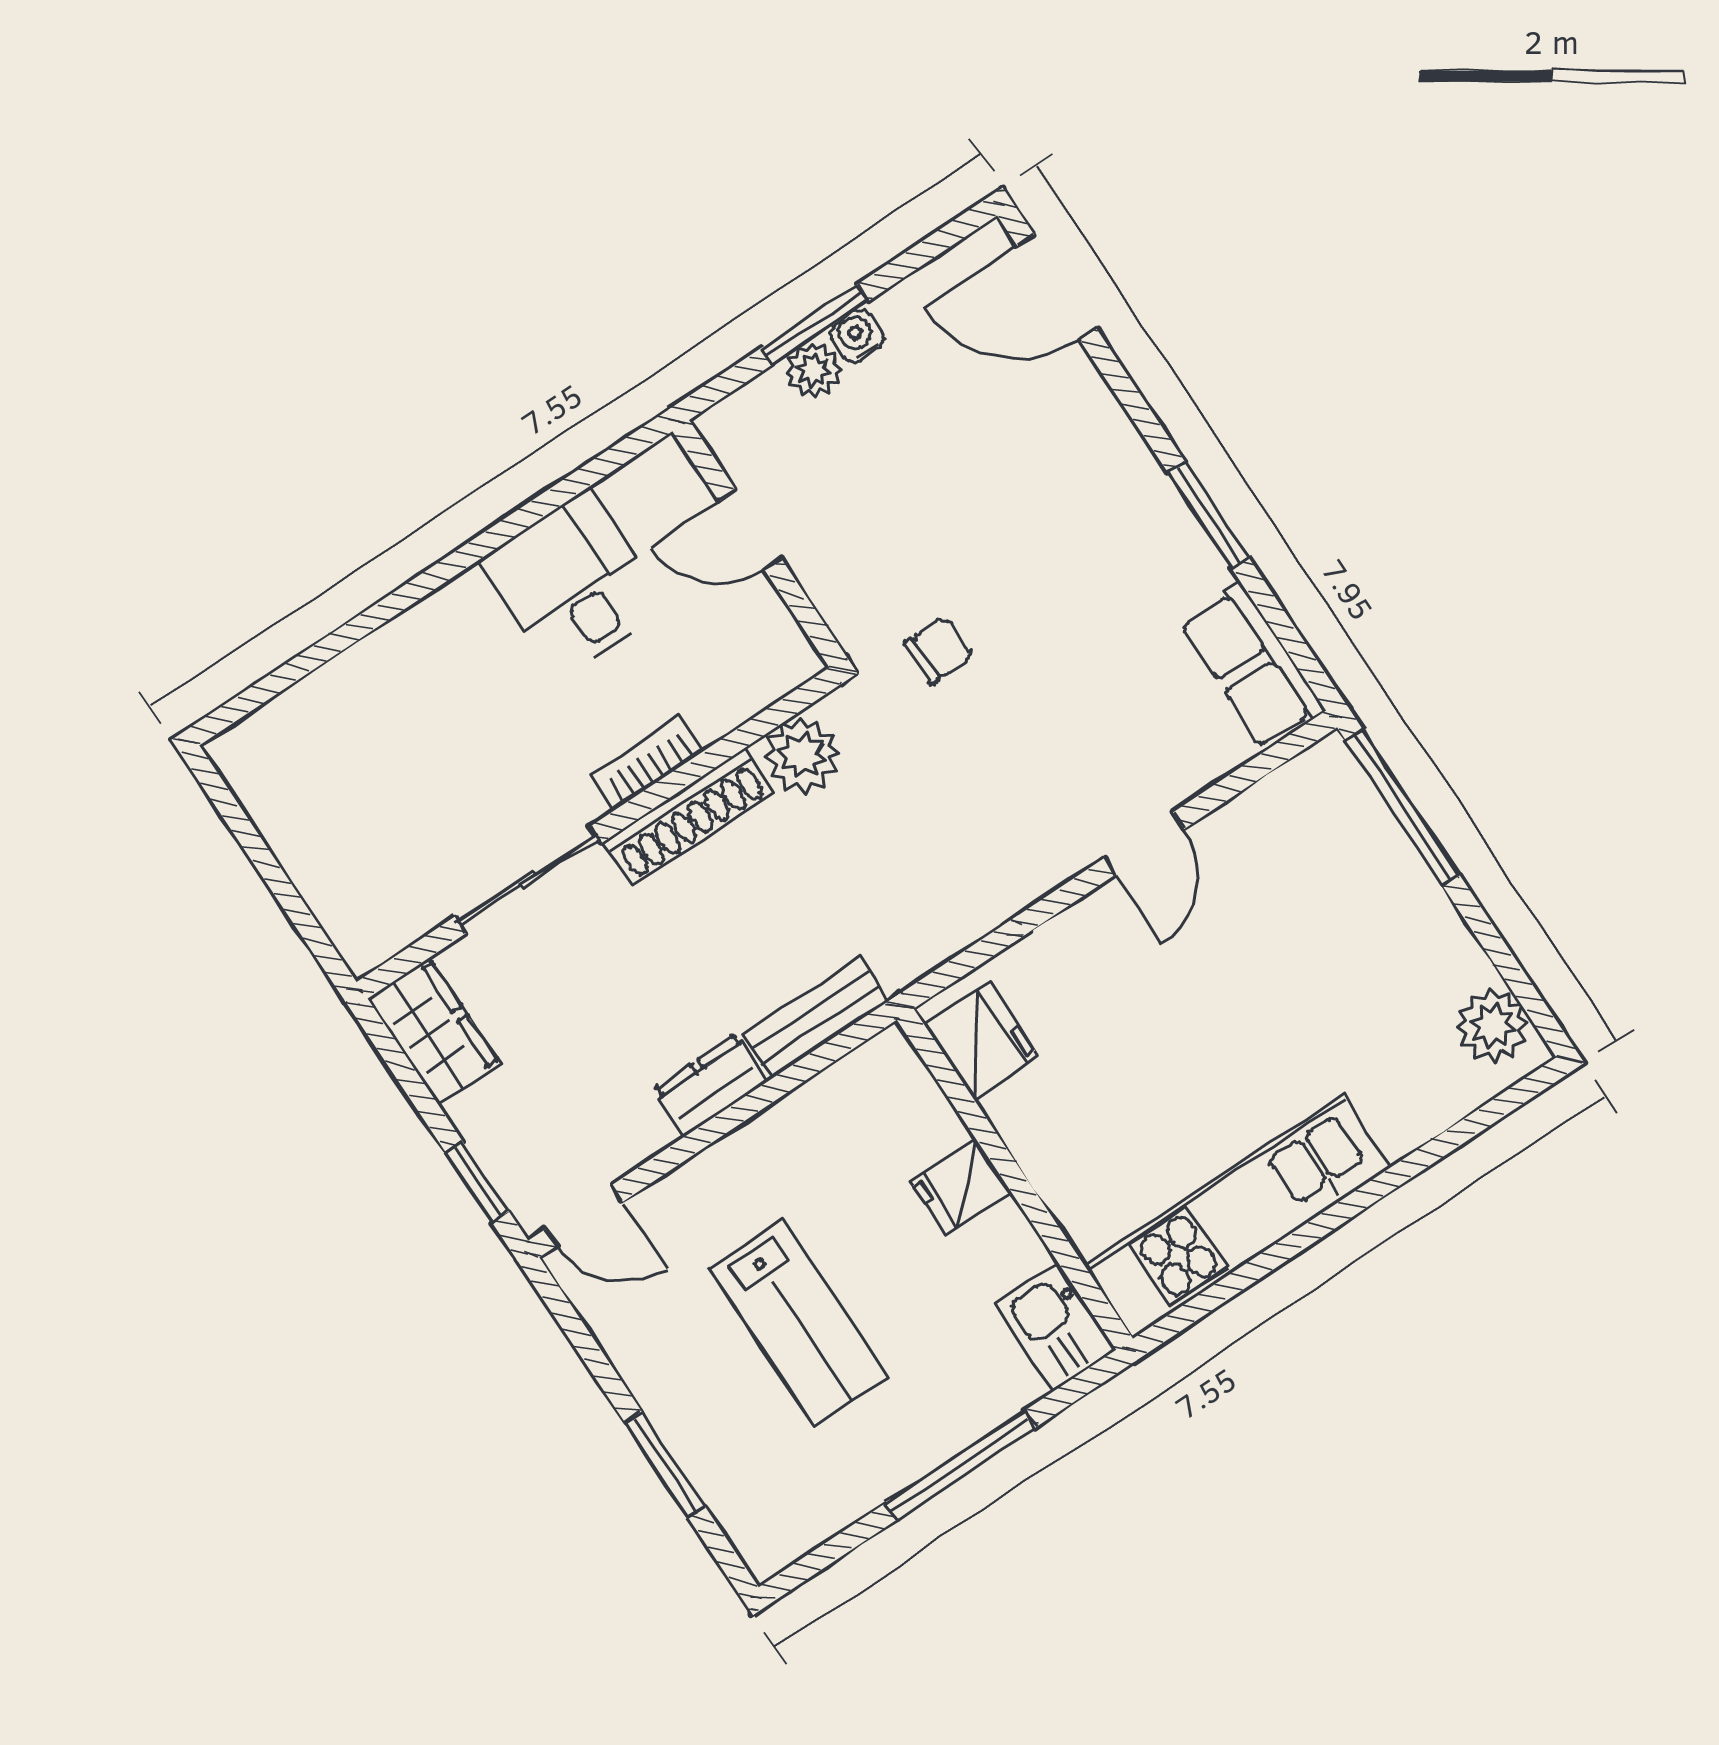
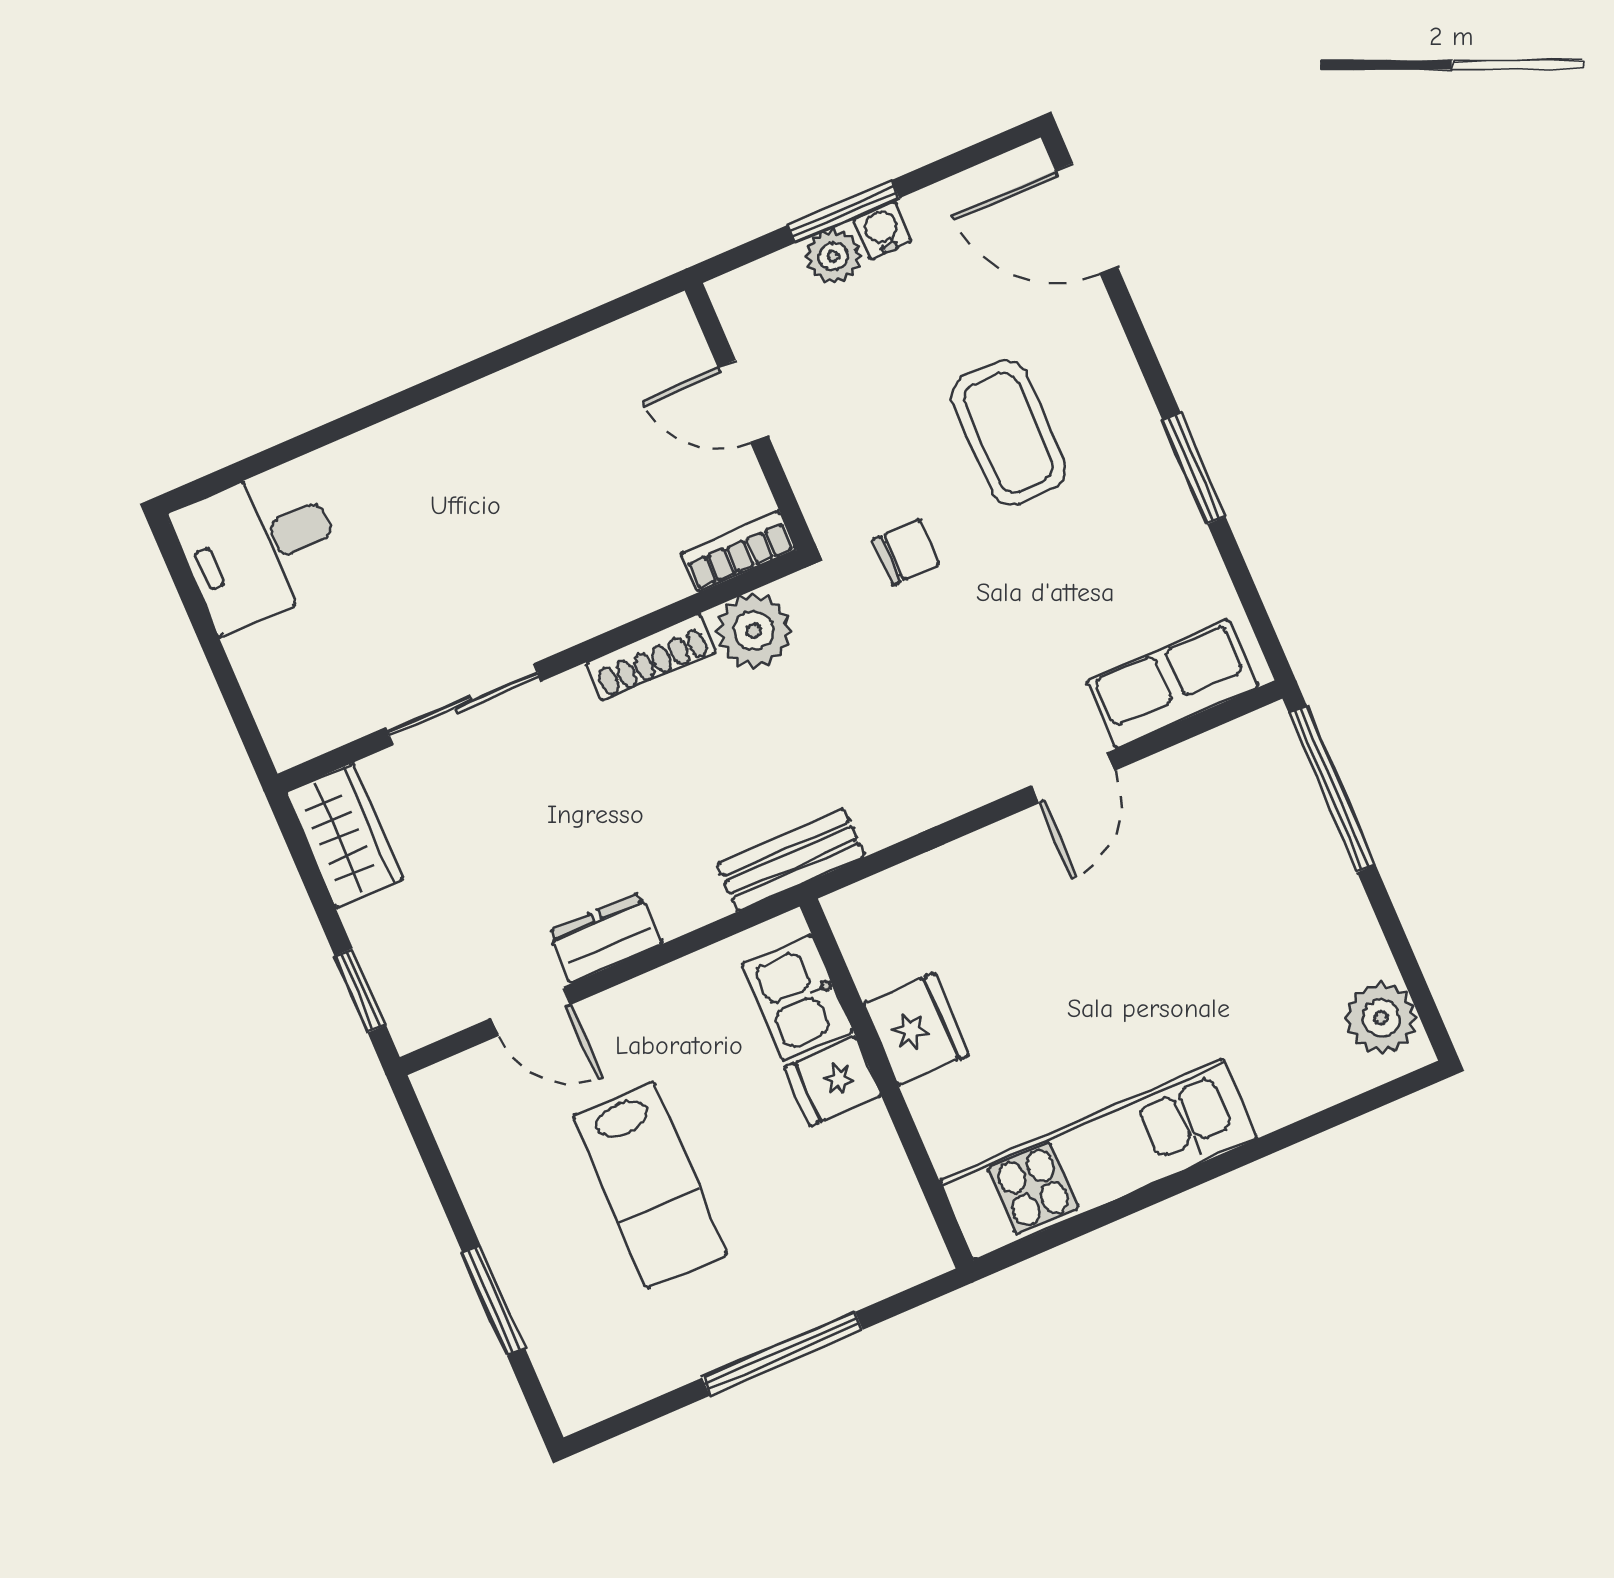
coffee table: (1018, 513) -> (1008, 433), added
desk: (574, 584) -> (259, 547), moved, turned -90
row of seats: (1252, 666) -> (1172, 684), moved, turned 90
bookcase: (647, 763) -> (739, 552), moved
shoe rack: (689, 817) -> (651, 657), width x0.74, depth x0.81
bench: (816, 1017) -> (791, 860), moved
fridge: (981, 1040) -> (916, 1029), moved
door: (584, 1215) -> (531, 1011), moved
kitchen sink: (1055, 1327) -> (797, 998), moved

